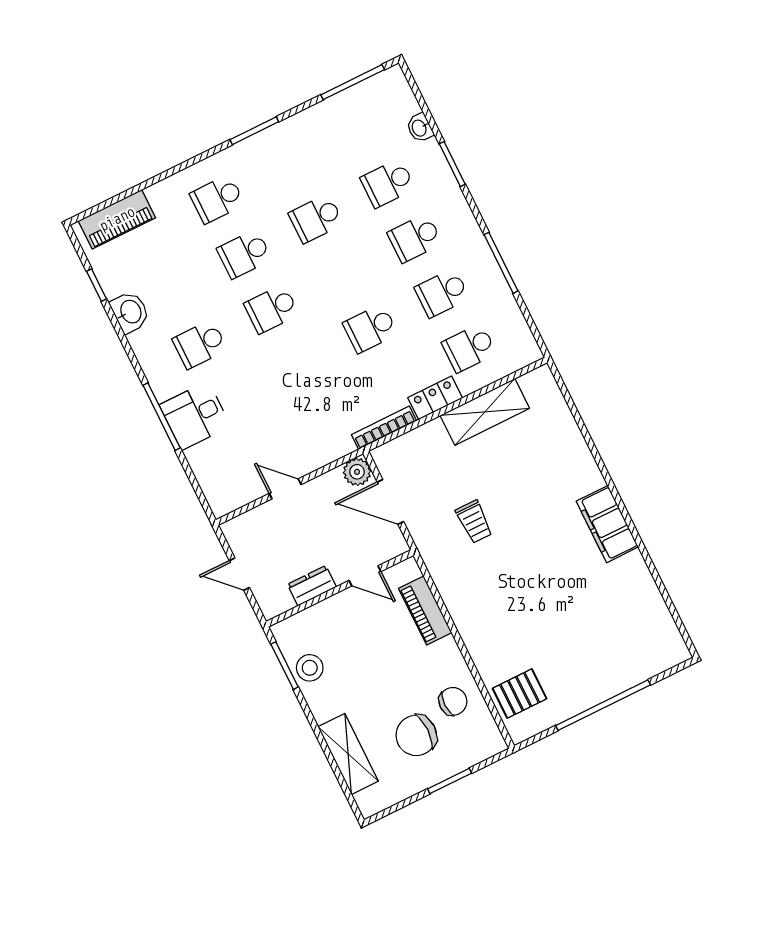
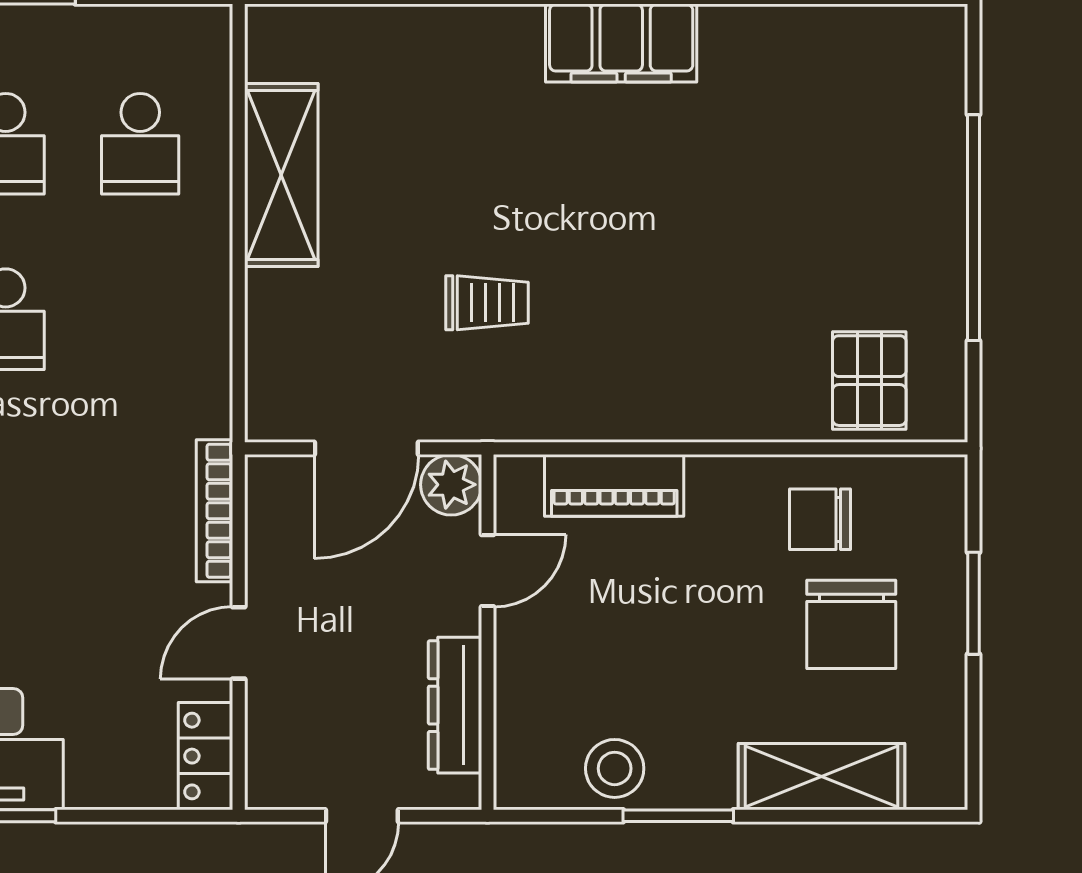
locker: (435, 398) -> (206, 756), moved
bookcase: (384, 428) -> (214, 511), moved
plant: (357, 472) -> (451, 485), moved
dresser: (312, 586) -> (455, 705), width x1.44
window: (285, 666) -> (678, 816), moved
chair: (453, 701) -> (820, 519), turned -90

